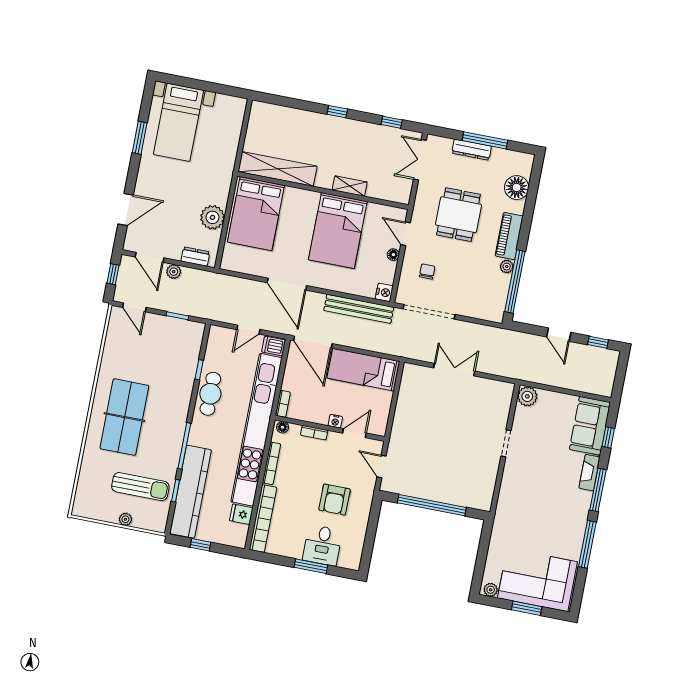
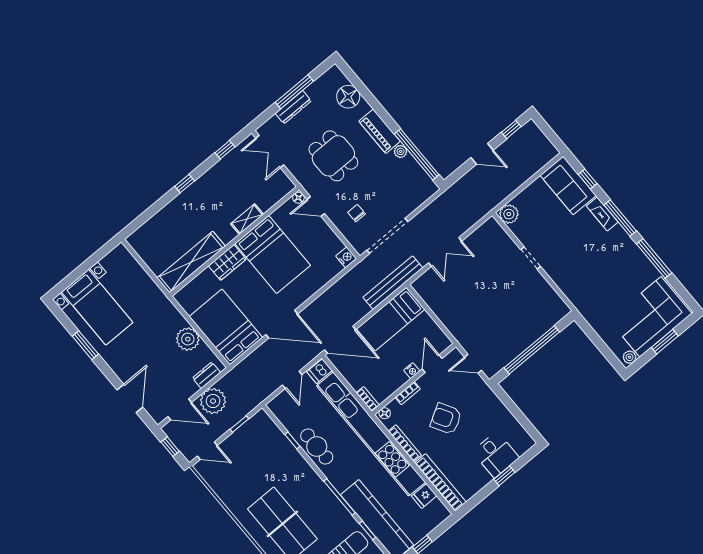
wardrobe: (301, 199) -> (227, 263), added
bed: (256, 214) -> (226, 327), moved, turned 180
floor lamp: (393, 255) -> (298, 198), moved
plant: (174, 272) -> (213, 401), width x1.87, depth x1.87
bench: (359, 309) -> (393, 283), moved
double door: (454, 370) -> (445, 252), swing flipped
armchair: (334, 500) -> (446, 419), moved, turned 150
window: (311, 566) -> (504, 476), width x0.67

